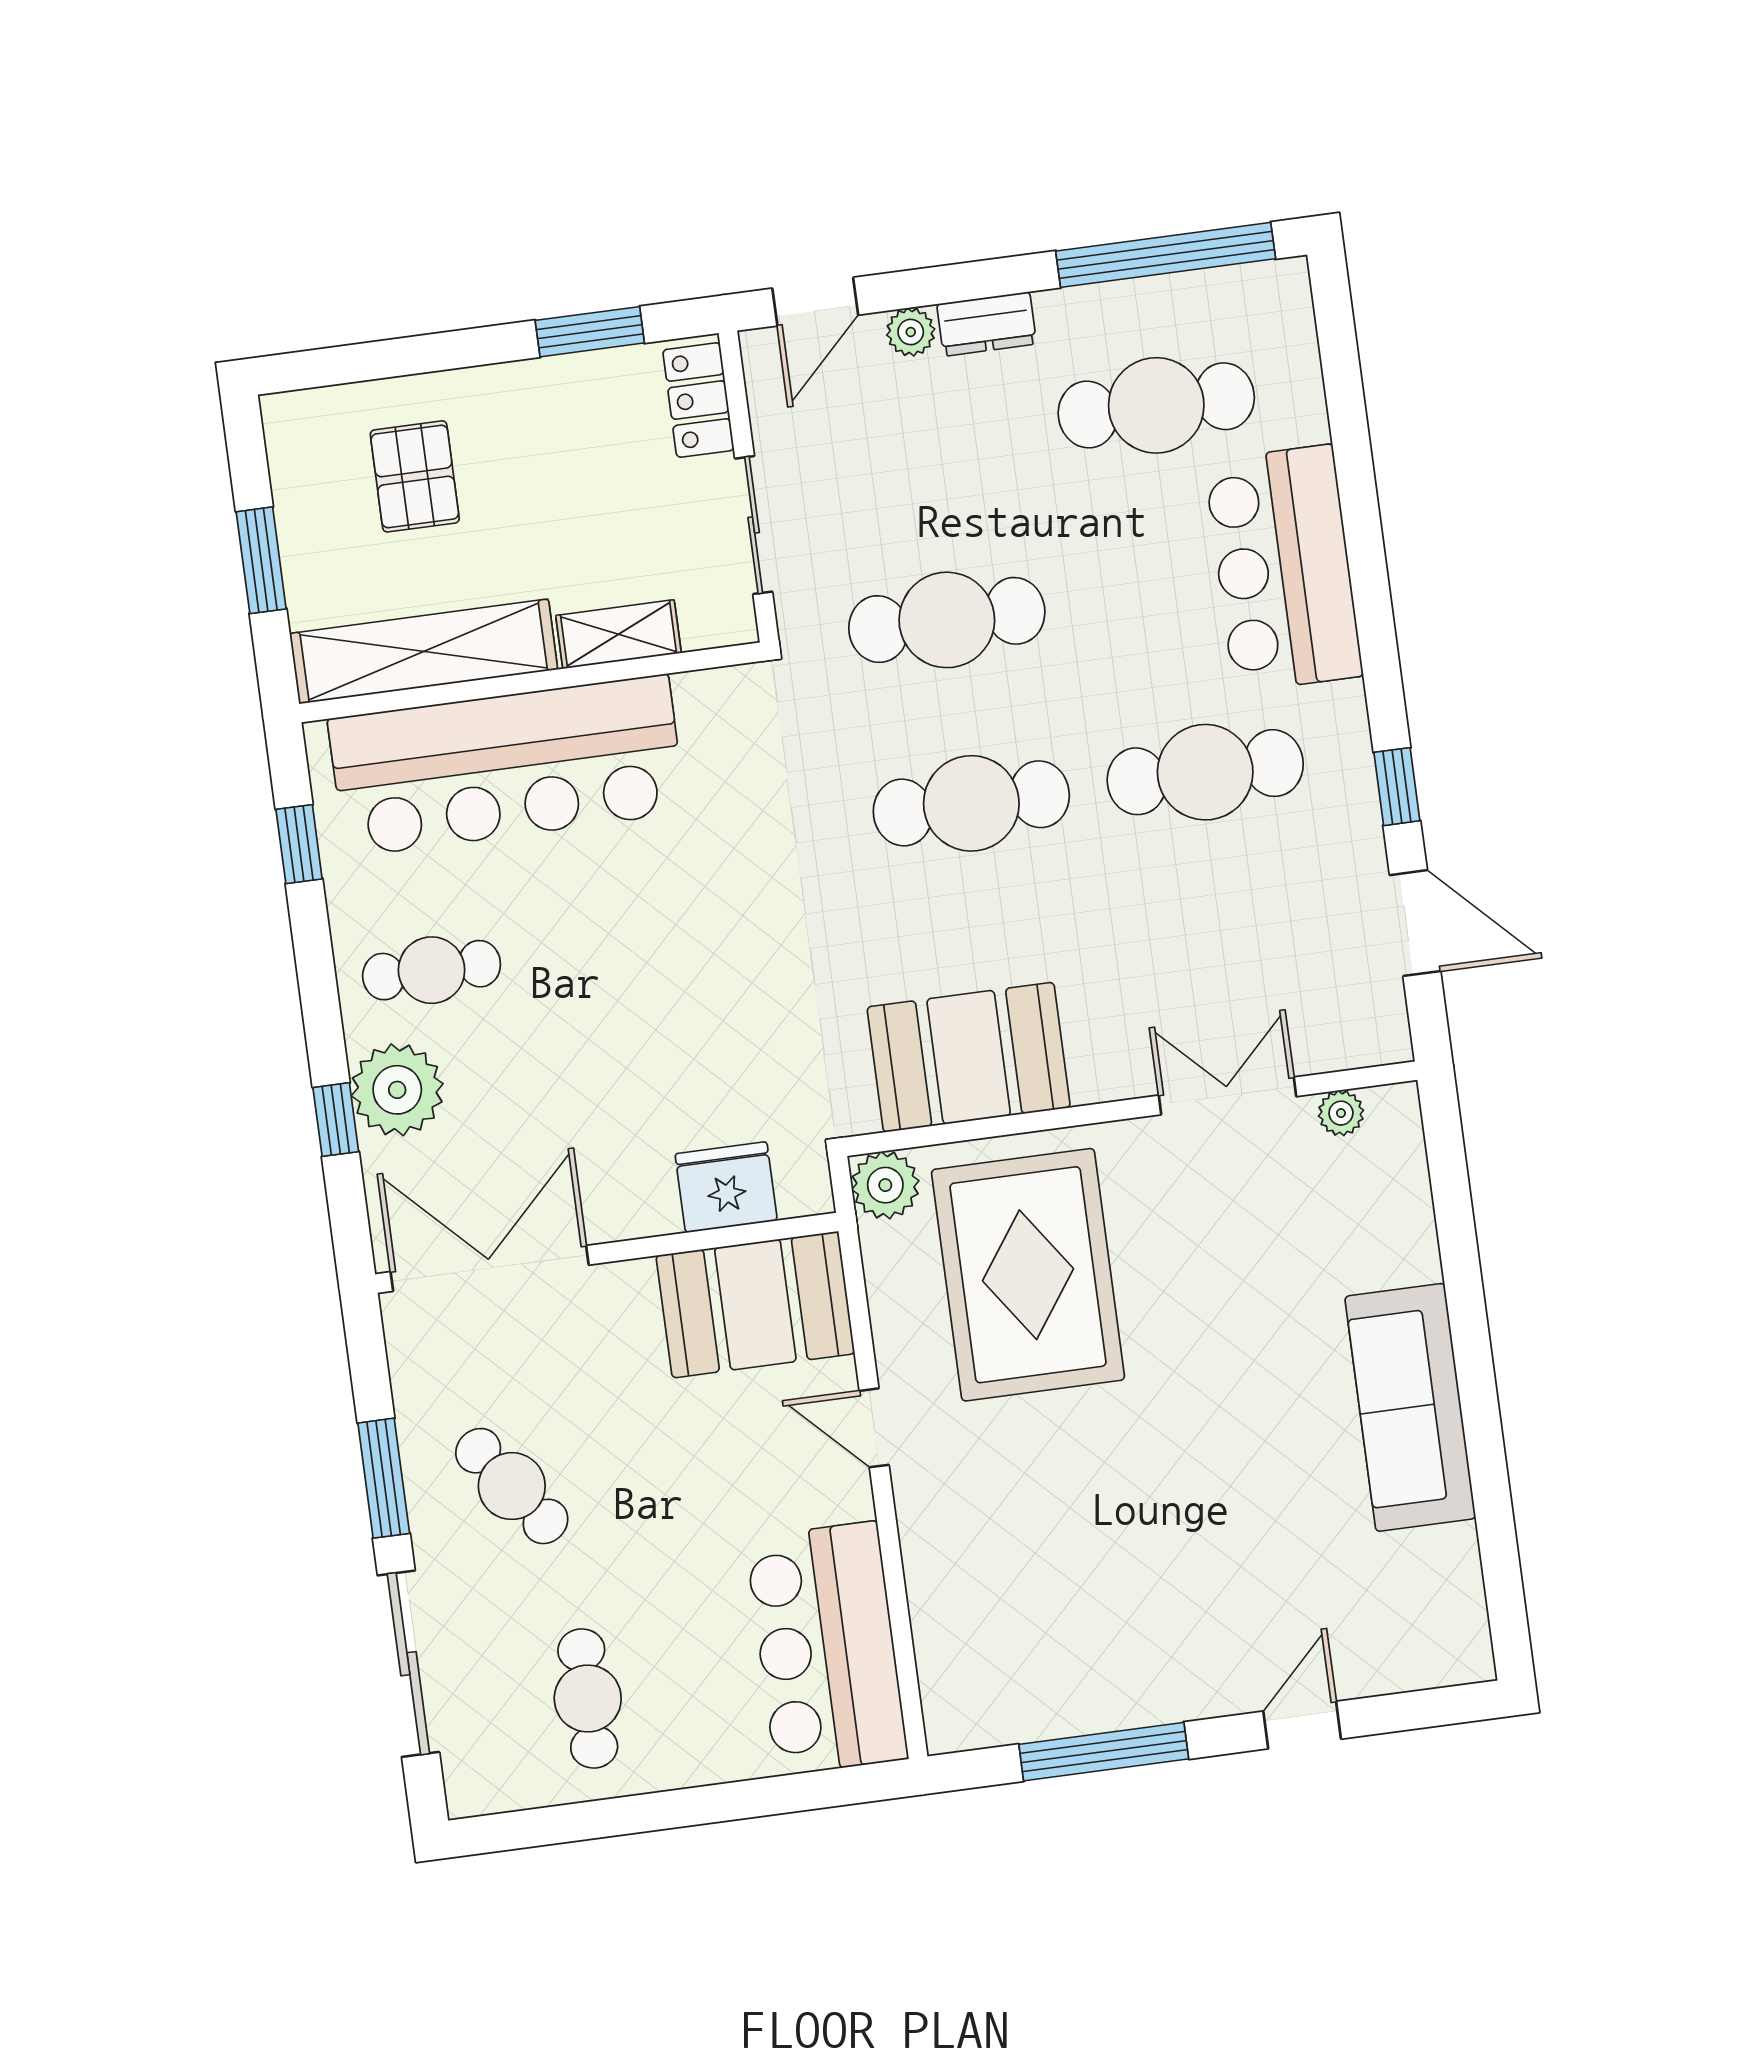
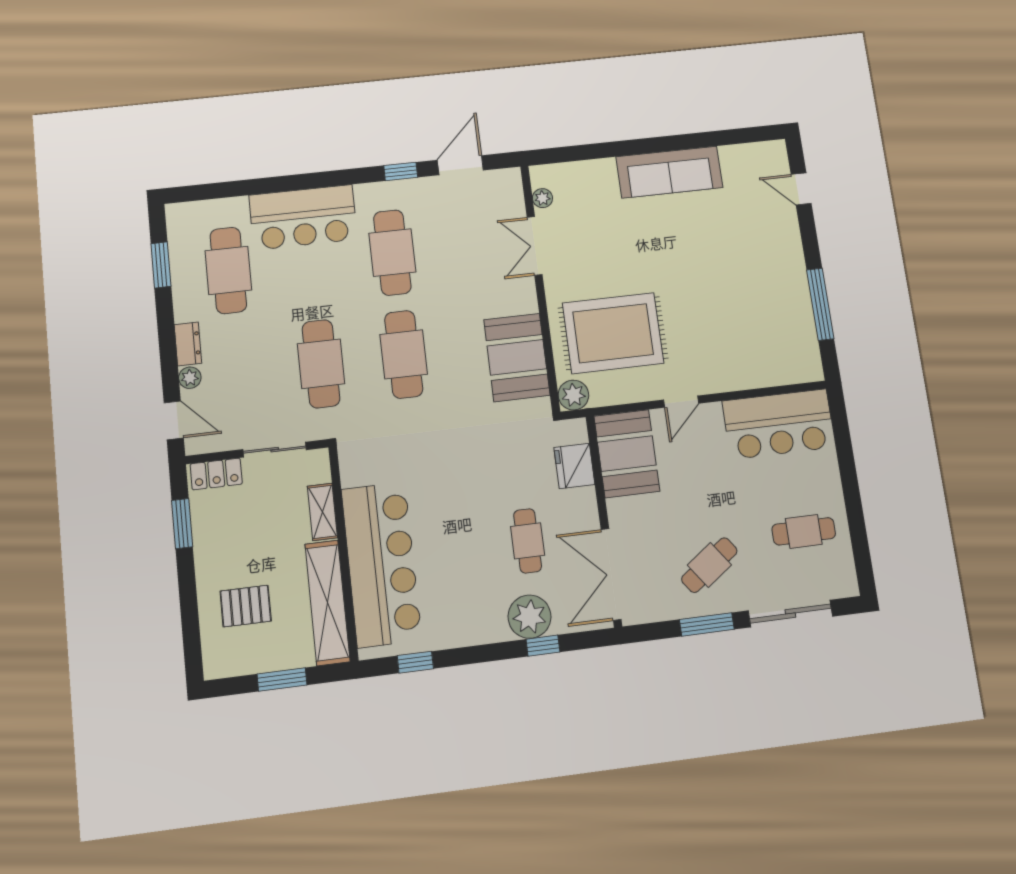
window: (1166, 255) -> (161, 265), width x0.47
cafe table: (432, 970) -> (528, 541), moved
door: (1302, 1725) -> (801, 189), moved

